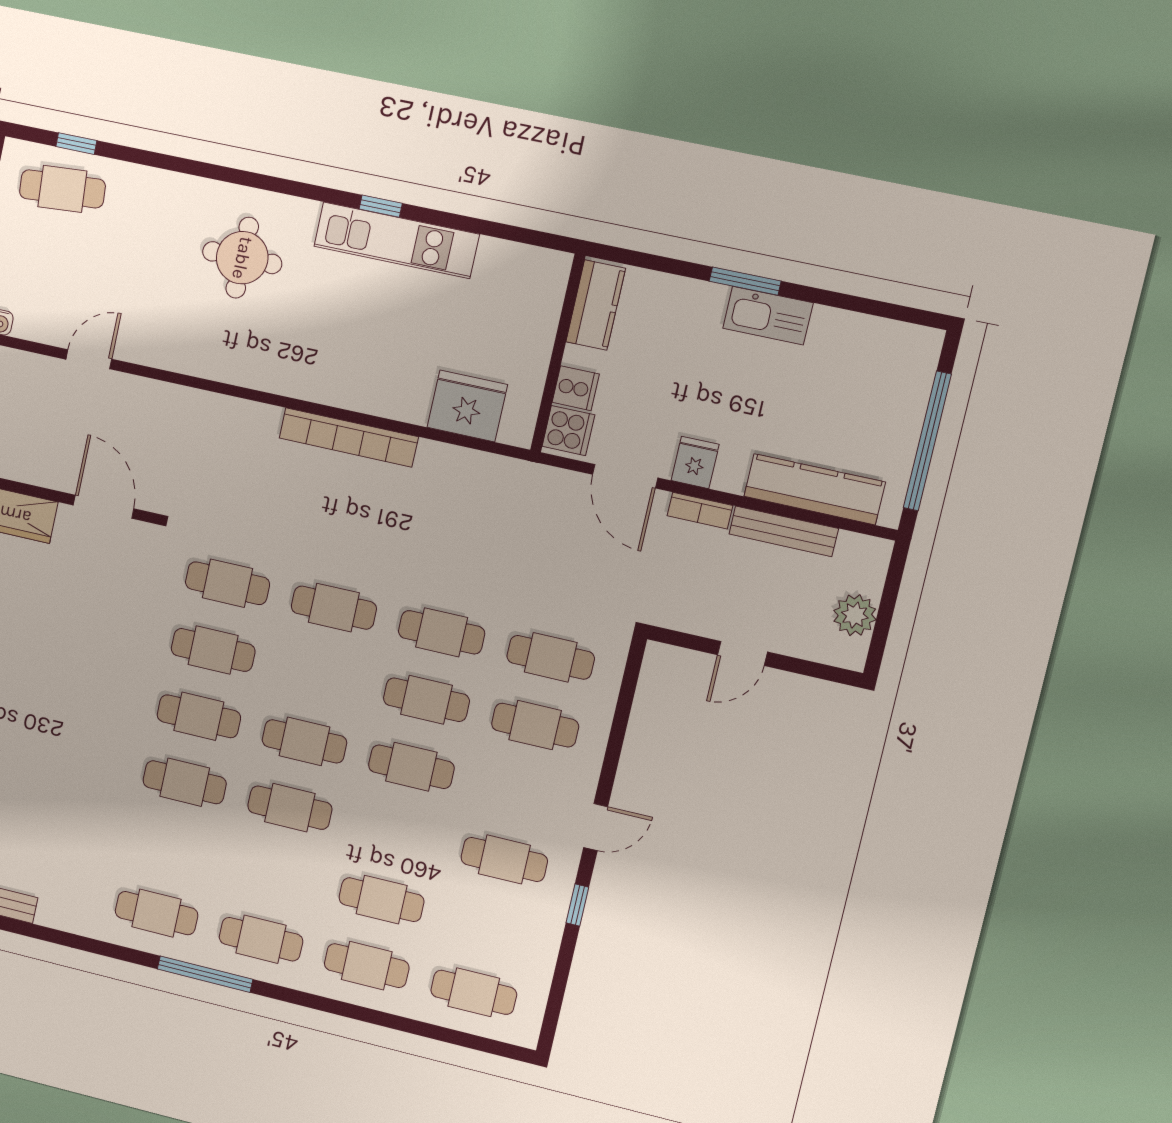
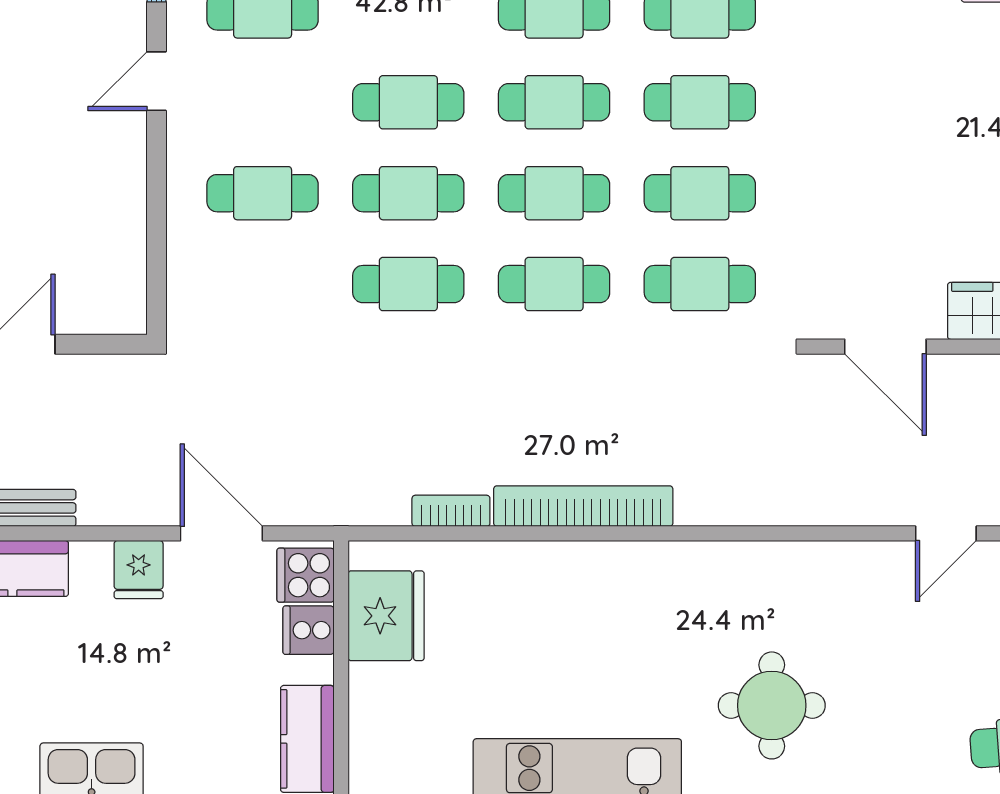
fridge: (467, 406) -> (386, 616), moved, turned -90
bookcase: (700, 511) -> (451, 511), moved
cafe table: (551, 657) -> (554, 193), moved

